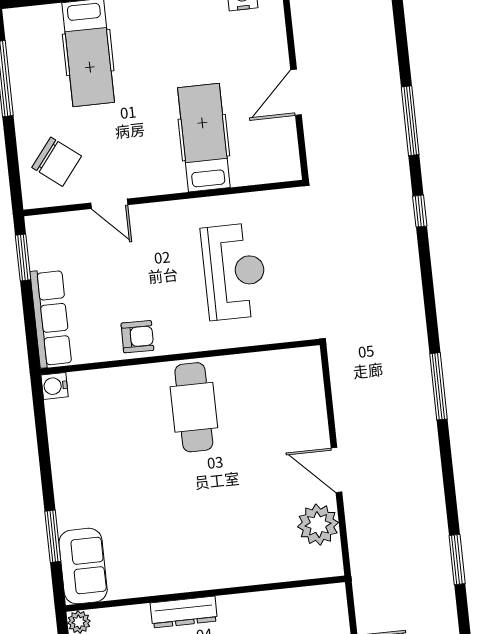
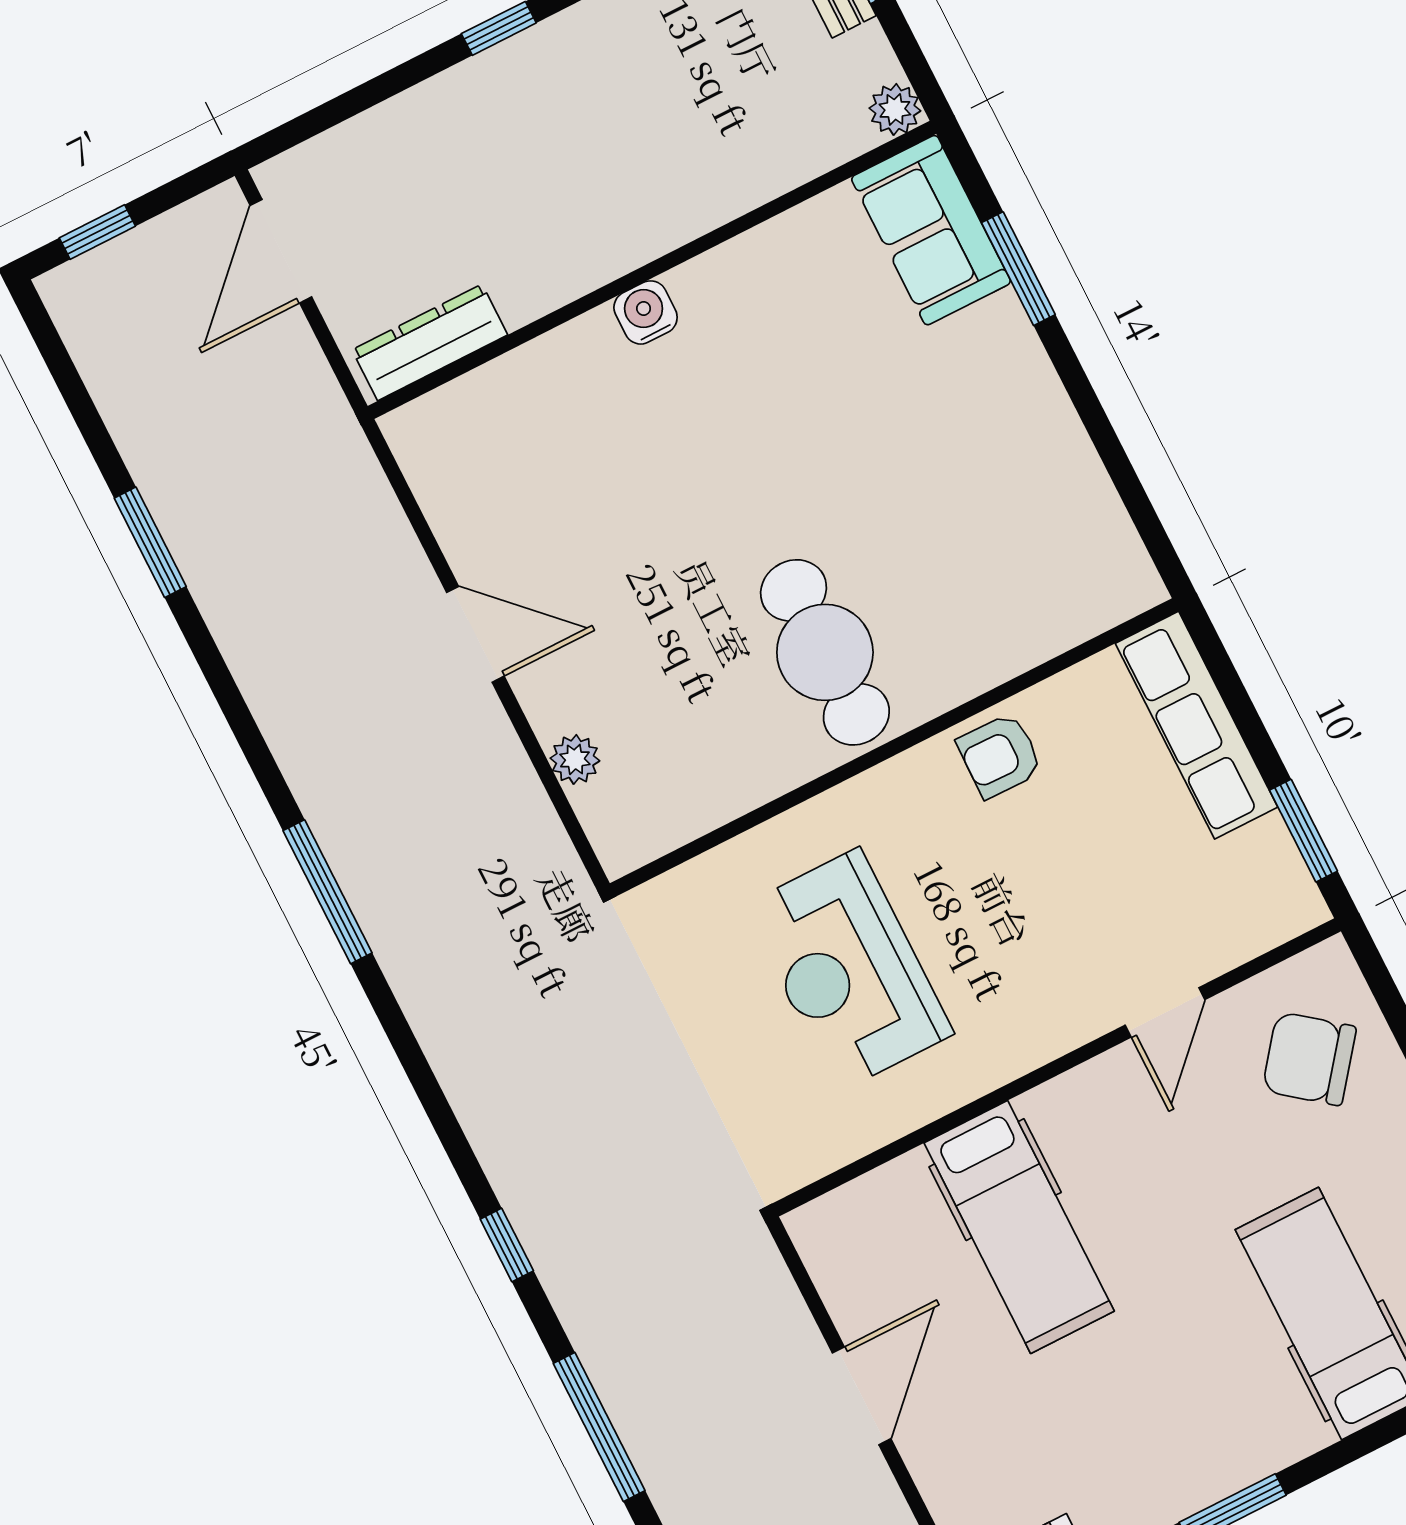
door: (109, 204) -> (1165, 1012), swing flipped
water cooler: (55, 386) -> (646, 312), moved, turned -90
plant: (318, 525) -> (575, 759), moved, width x0.53, depth x0.53
dresser: (184, 612) -> (430, 342), moved

